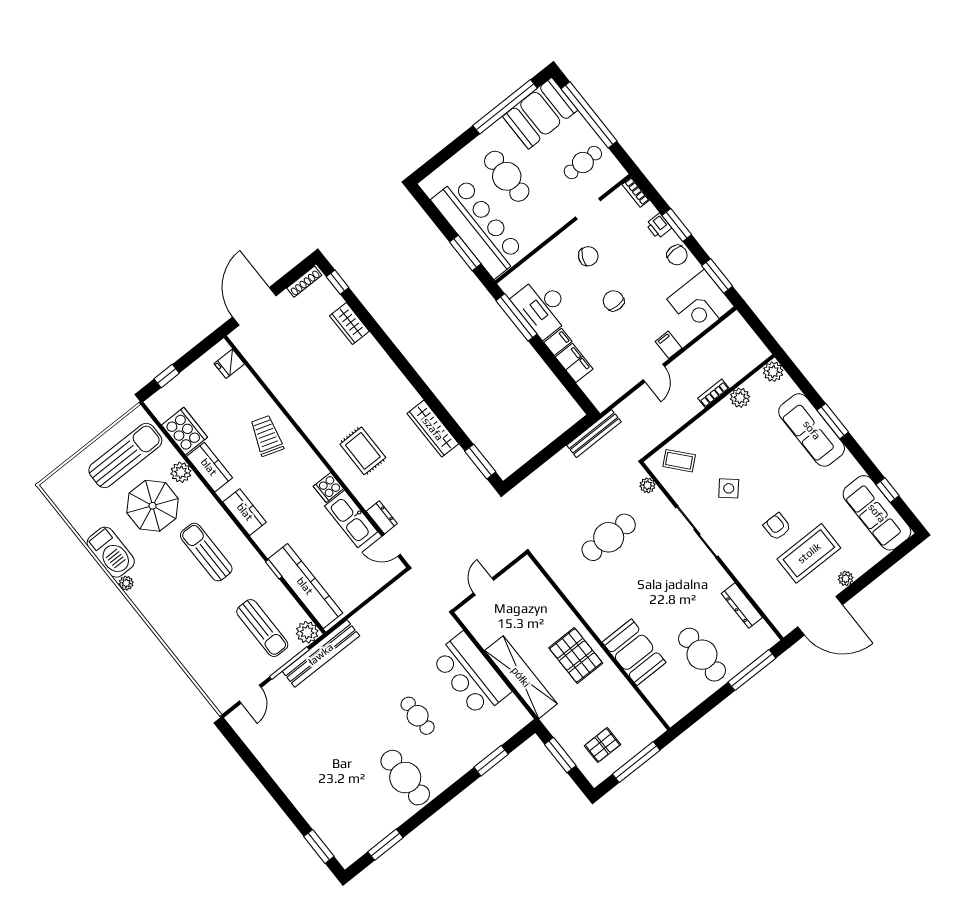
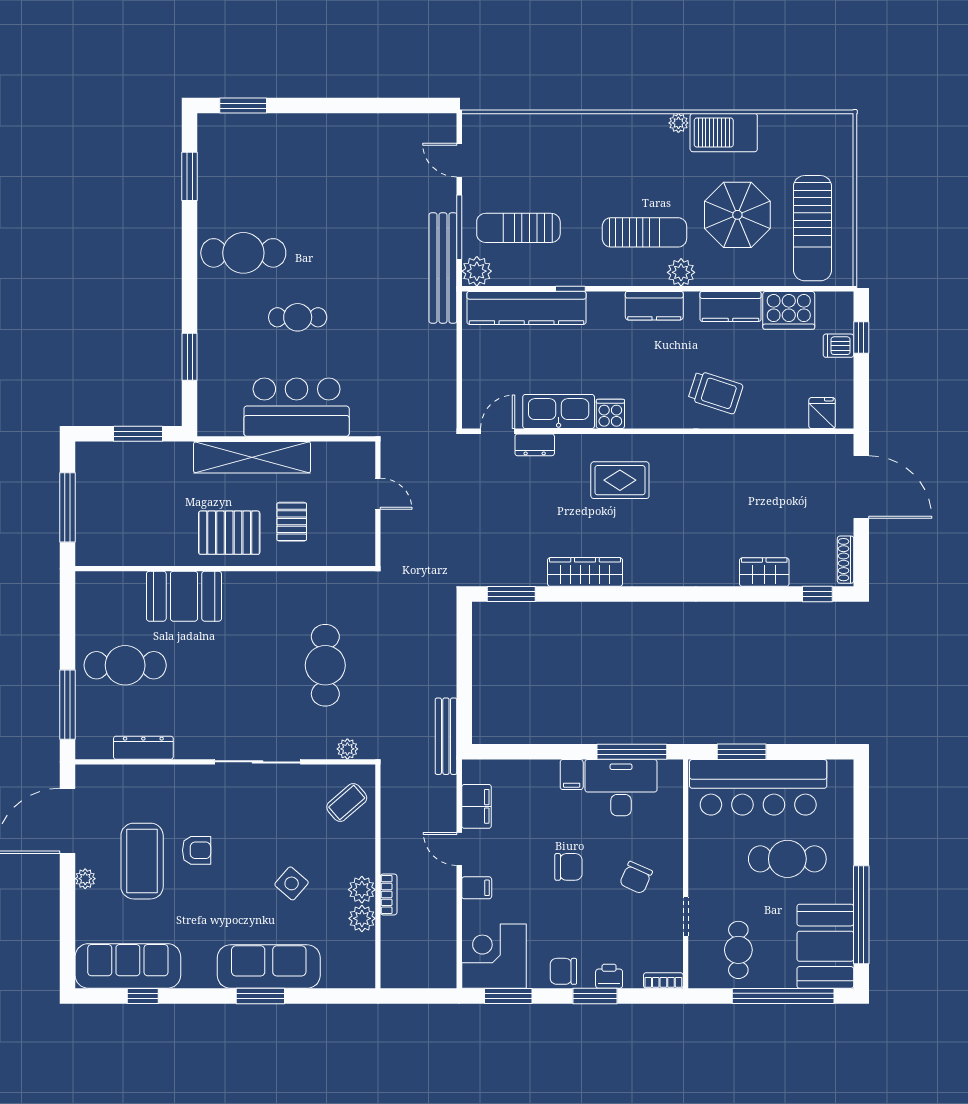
filing cabinet: (574, 363) -> (477, 806), moved, turned -90
plant: (773, 372) -> (362, 890), moved
dishwasher: (182, 386) -> (838, 346), added
plant: (181, 472) -> (681, 272), moved
side table: (729, 488) -> (292, 883), moved
pallet: (602, 745) -> (292, 522), moved

